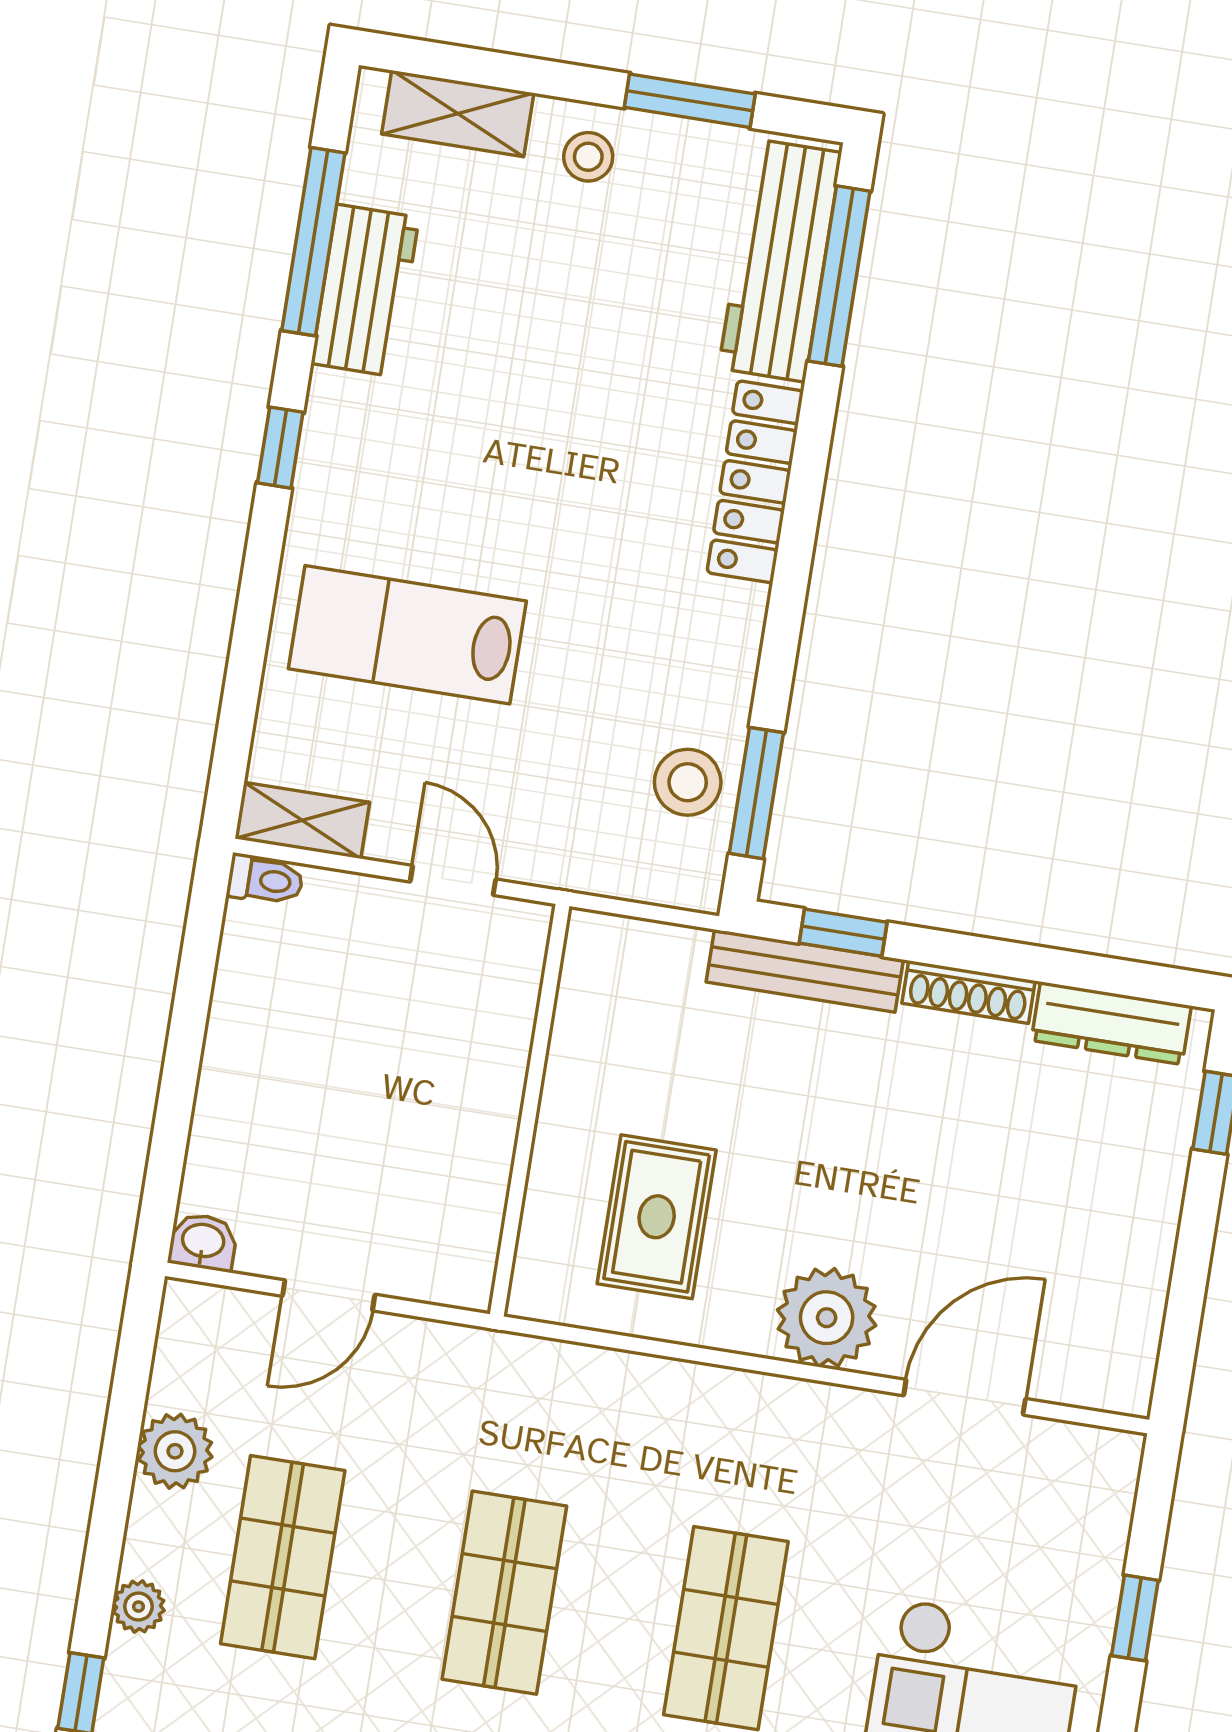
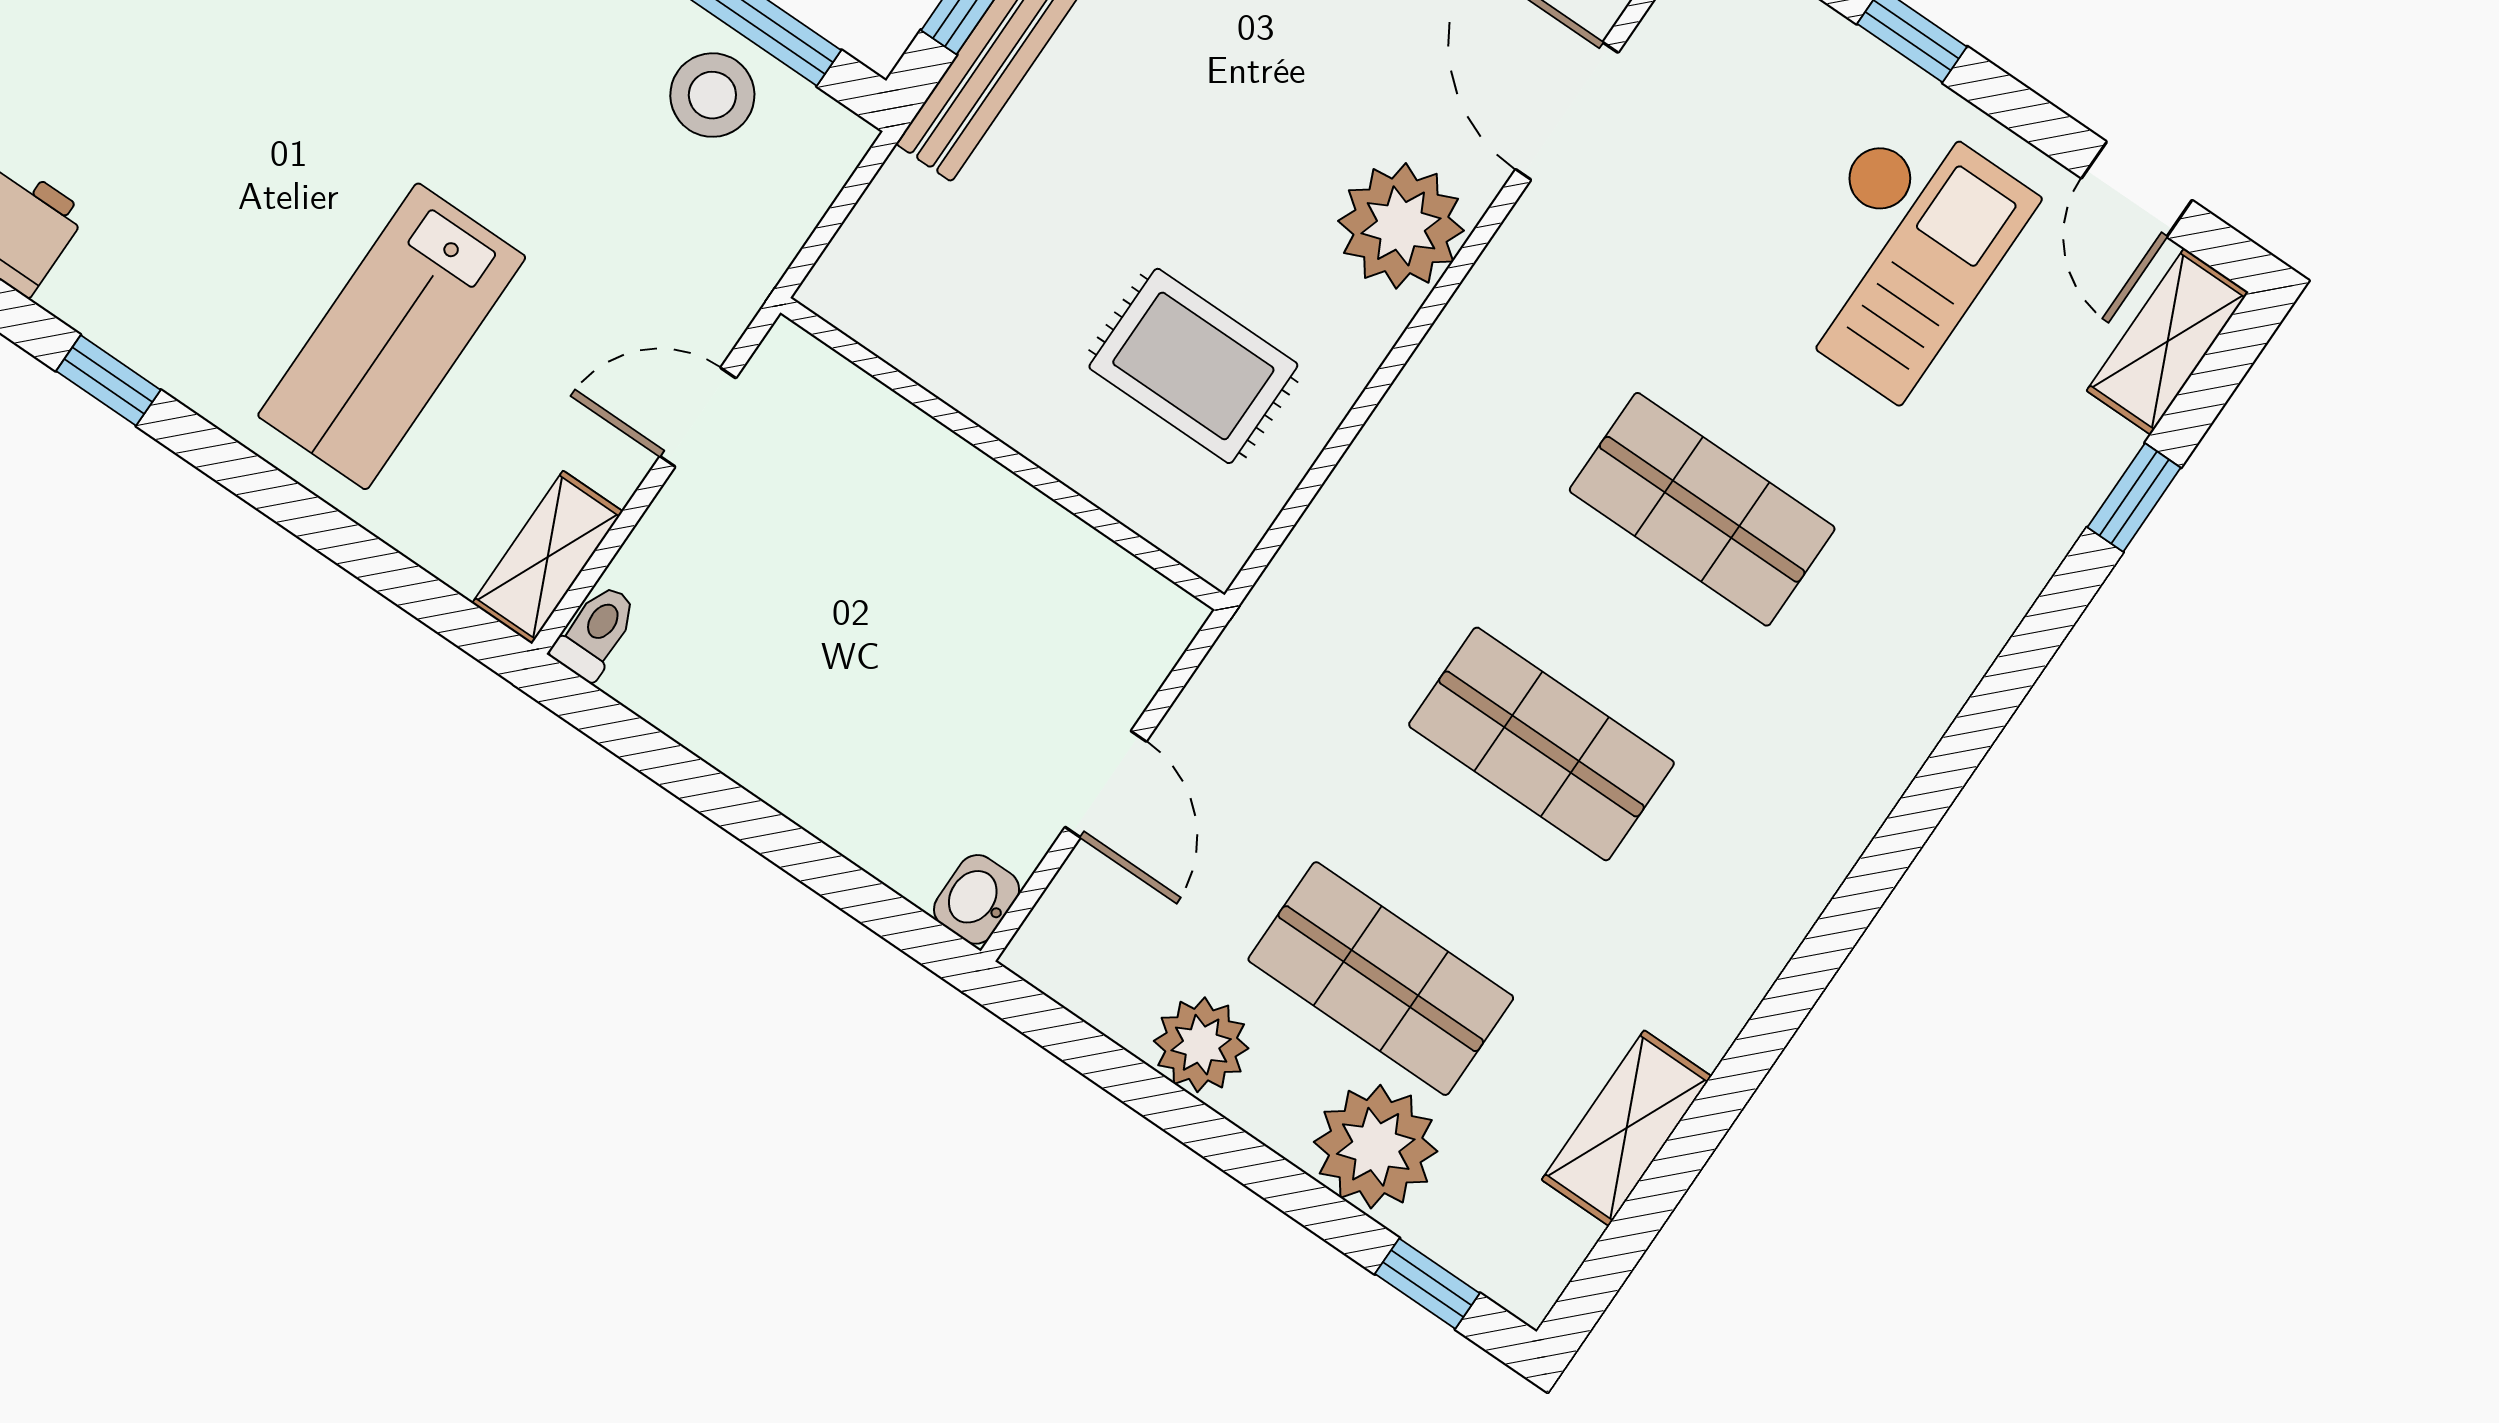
plant: (138, 1607) -> (1376, 1147), width x1.88, depth x1.88

